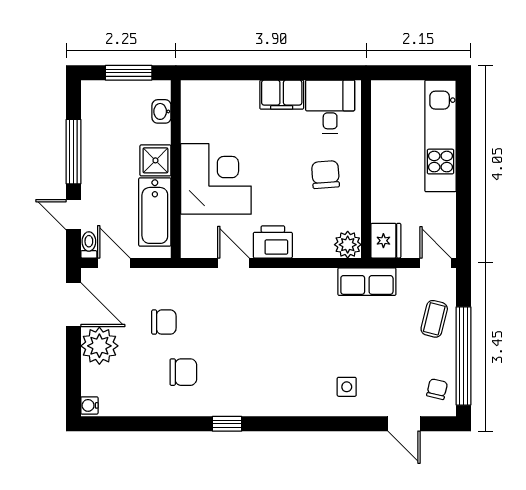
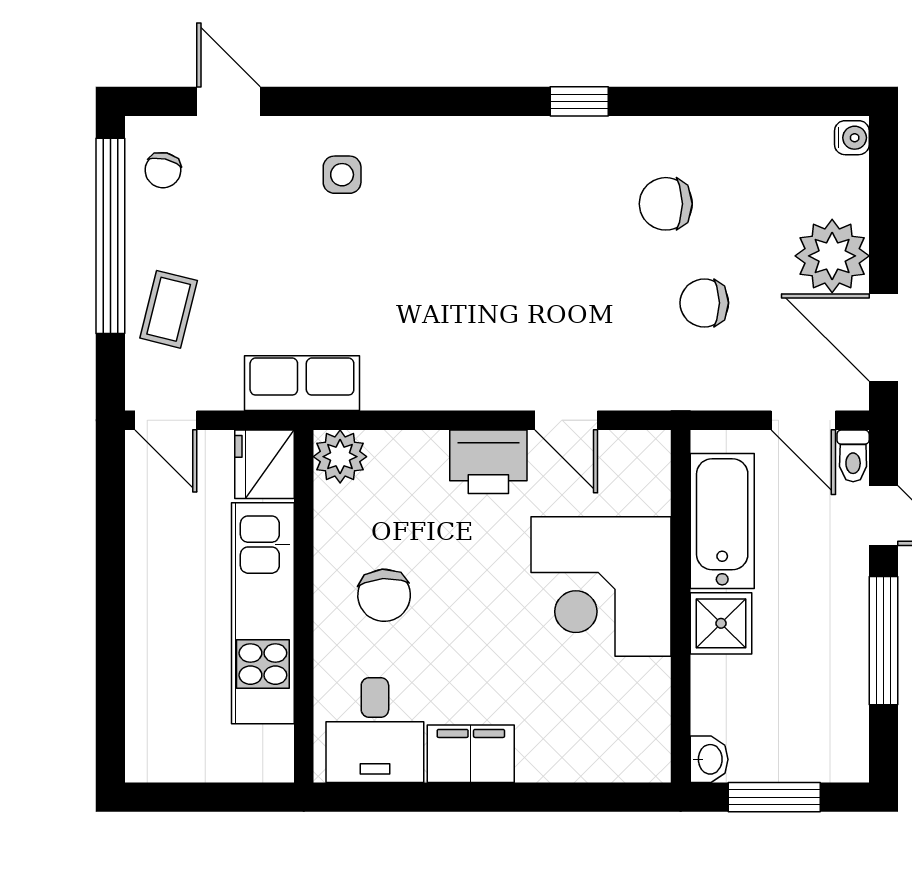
washbasin: (161, 111) -> (709, 759), moved
kitchen unit: (440, 136) -> (263, 613), moved, turned 180

